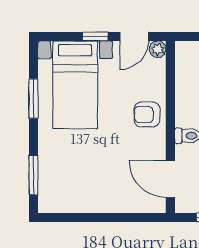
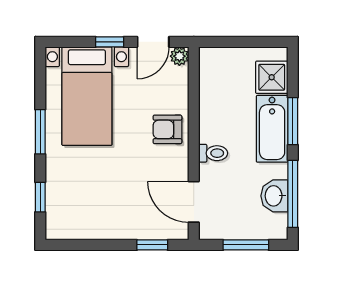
window: (34, 99) -> (40, 132), moved
window: (34, 175) -> (40, 197), width x0.67
window: (133, 218) -> (152, 245), added

